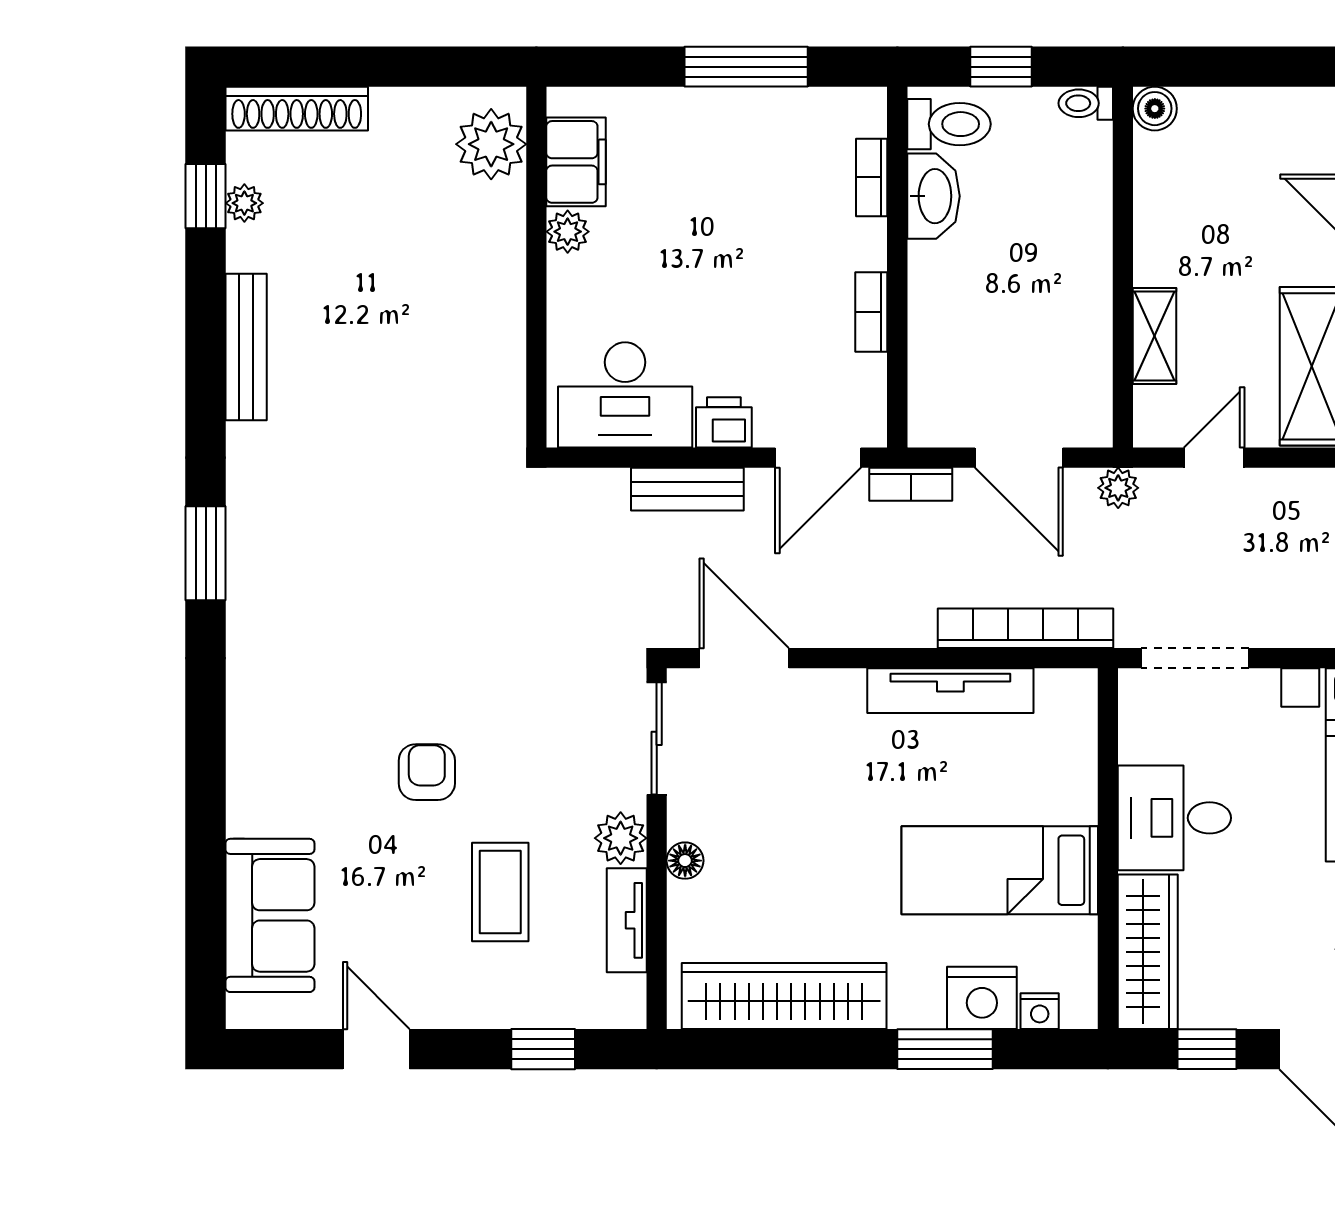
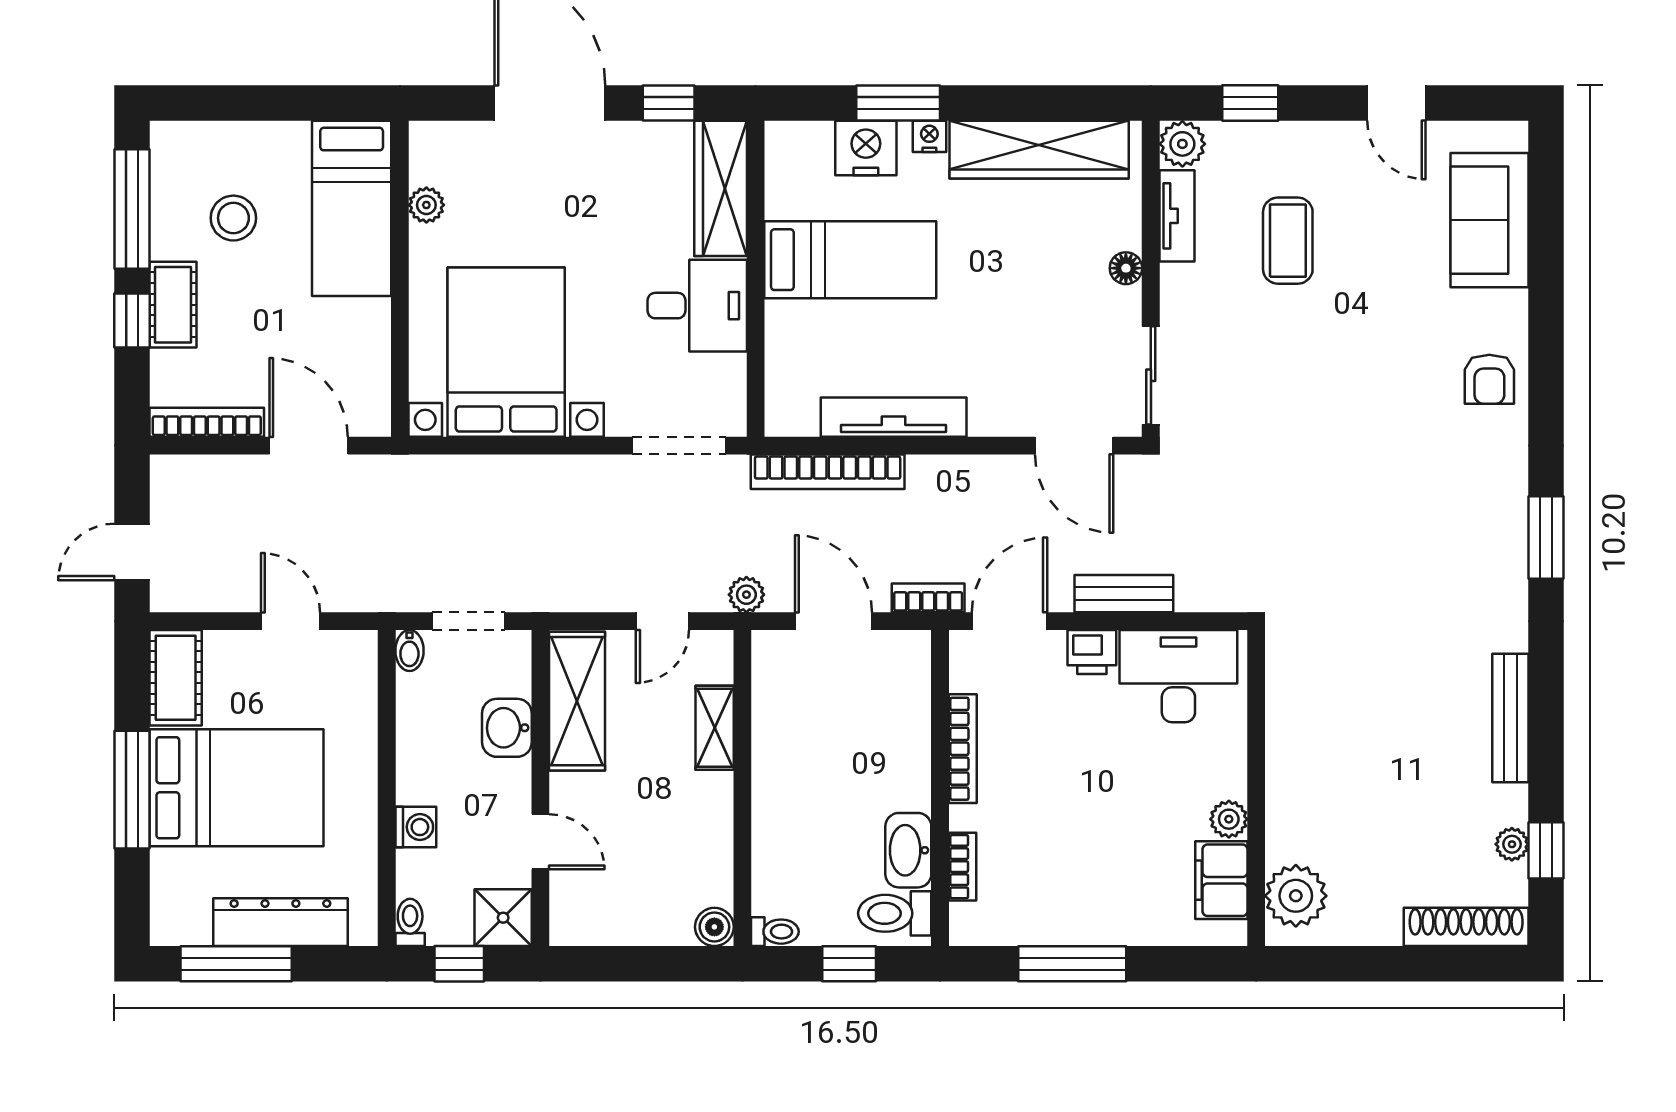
bookcase: (871, 312) -> (963, 749), width x1.56
armchair: (427, 772) -> (1489, 379), moved
plant: (621, 838) -> (1182, 144), moved
nightstand: (1040, 1011) -> (929, 136), moved

